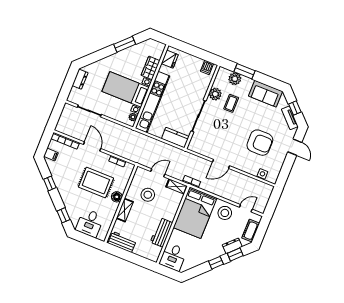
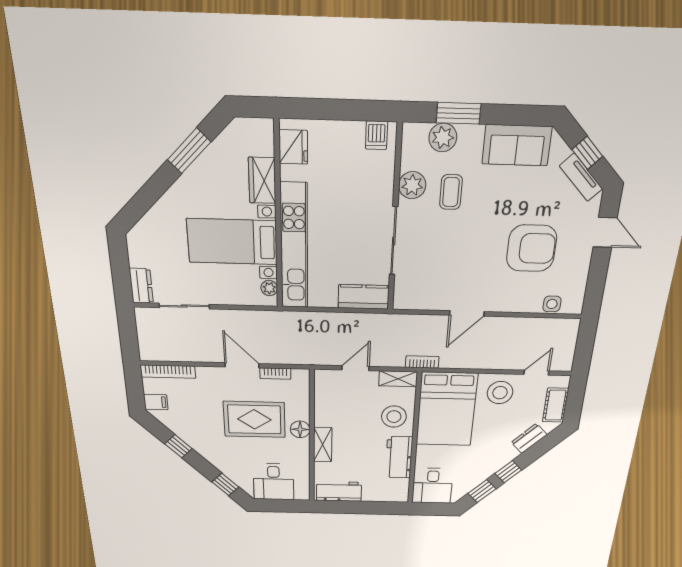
dresser: (80, 79) -> (141, 286), moved
door: (92, 146) -> (242, 365), moved
stool: (148, 195) -> (394, 417), moved
window: (235, 255) -> (482, 491), moved

